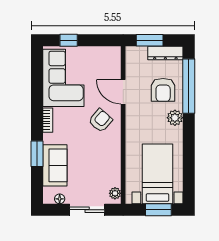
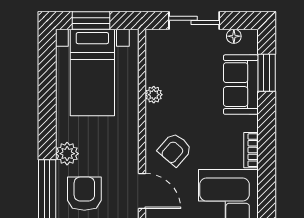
window: (37, 154) -> (267, 73), moved
plant: (115, 193) -> (154, 95), moved

